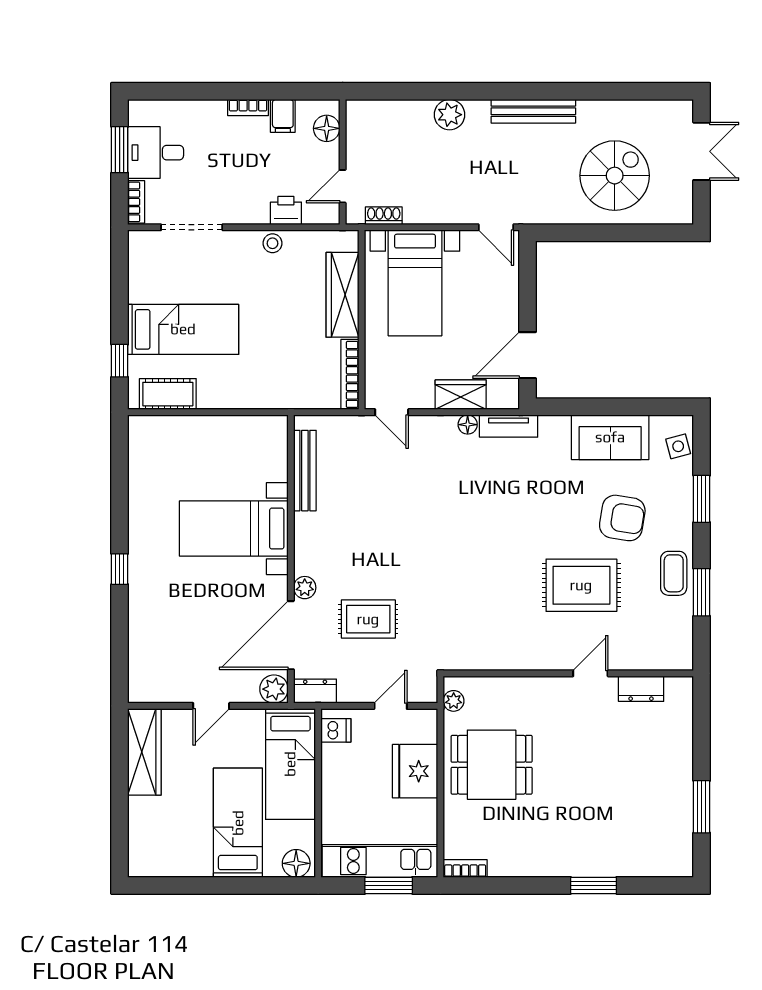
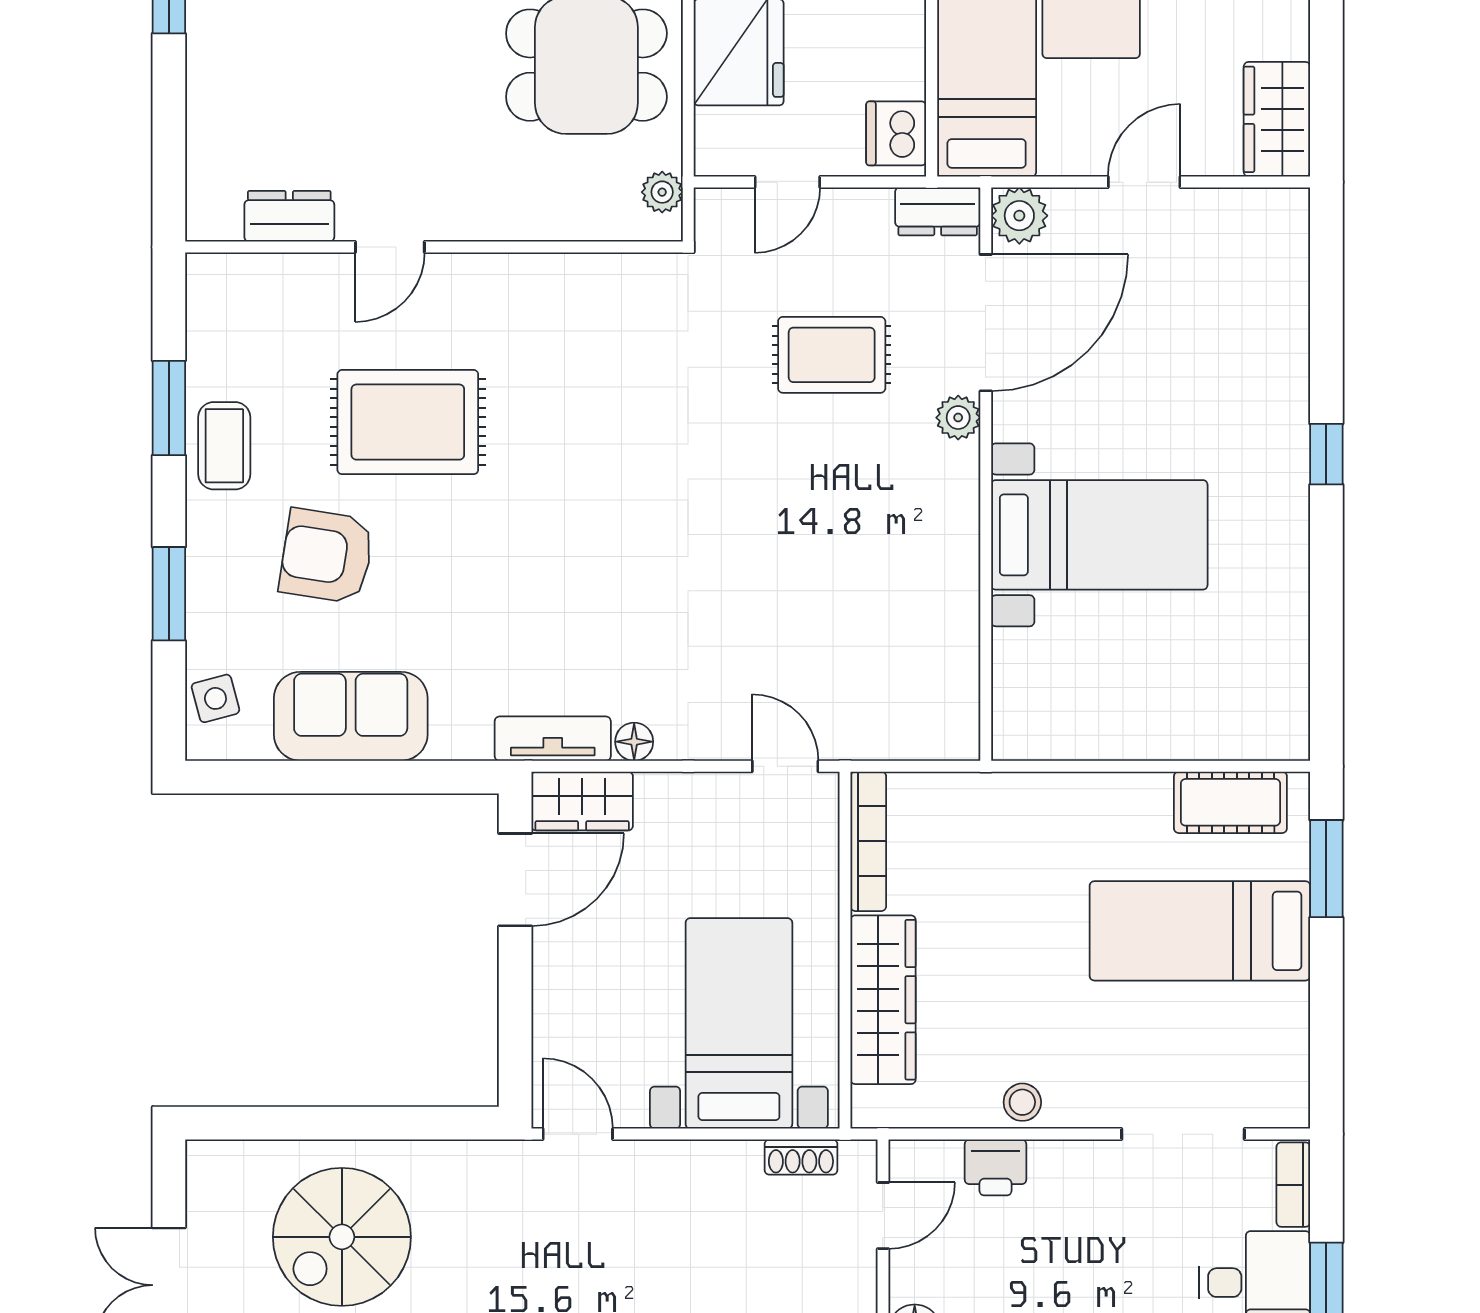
window: (120, 361) -> (1326, 869), width x1.50
wardrobe: (461, 395) -> (582, 801), moved
bench: (305, 471) -> (958, 650), removed
dishwasher: (336, 730) -> (896, 133), width x1.38
wardrobe: (144, 752) -> (1277, 119), width x0.67

